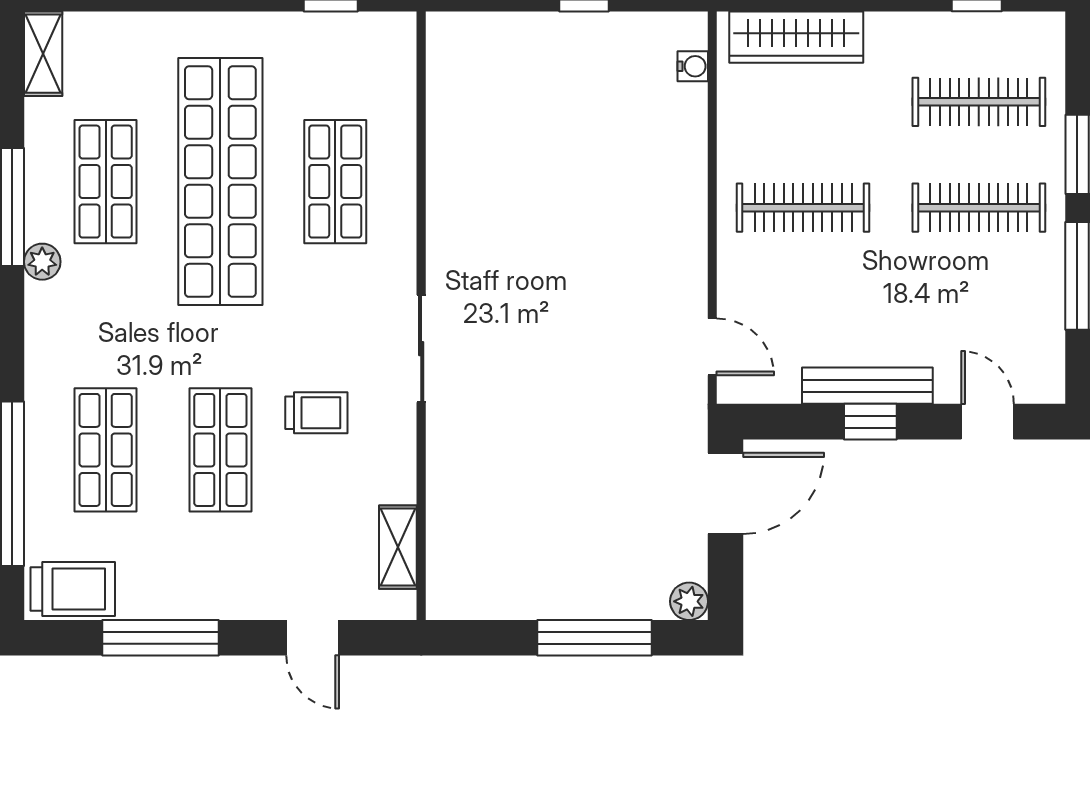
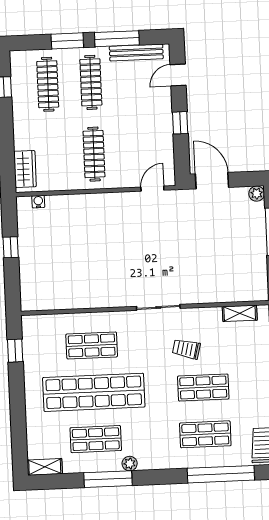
wardrobe: (796, 37) -> (25, 169), width x0.67
bench: (867, 386) -> (136, 53), moved, turned 90
trolley: (316, 413) -> (186, 349), turned -76

